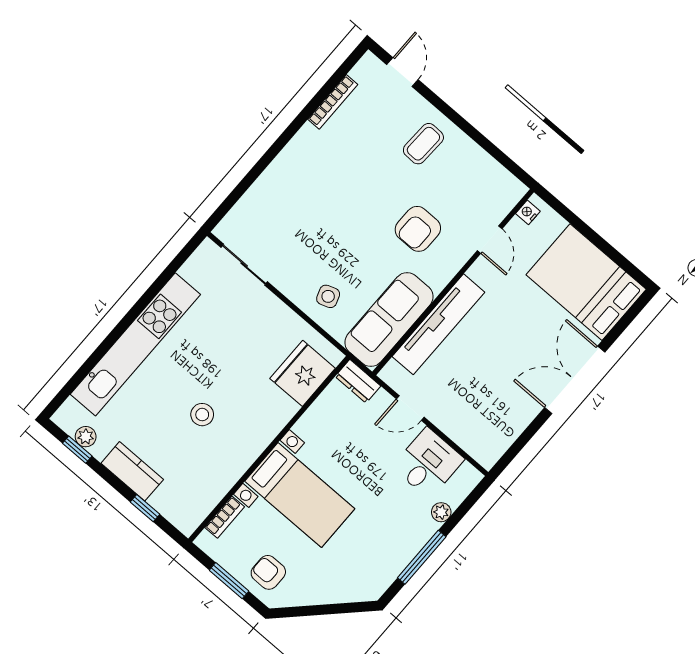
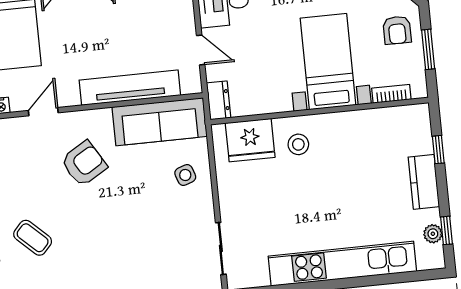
coffee table: (423, 144) -> (33, 238), moved, turned 41
armchair: (418, 229) -> (84, 164), turned -31
stool: (202, 415) -> (298, 144), moved

